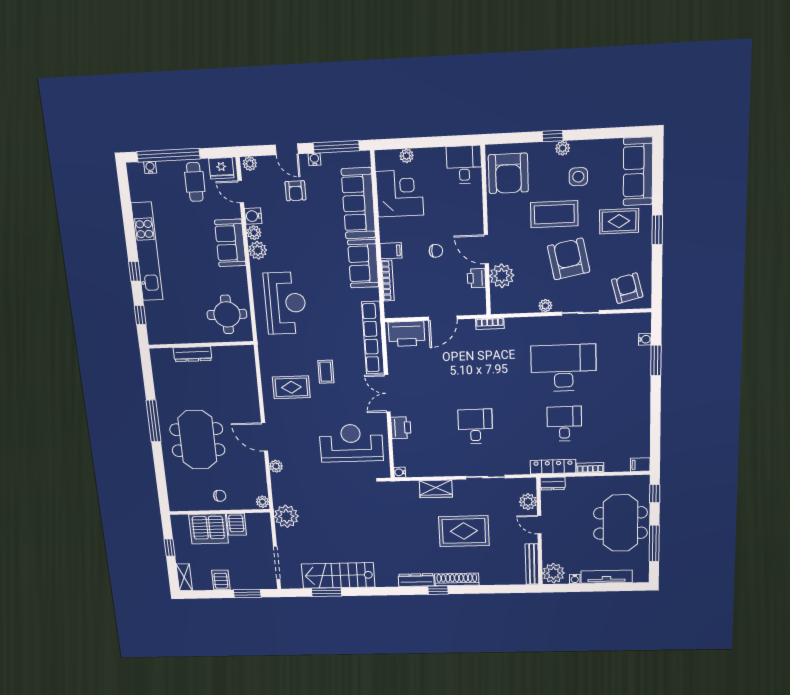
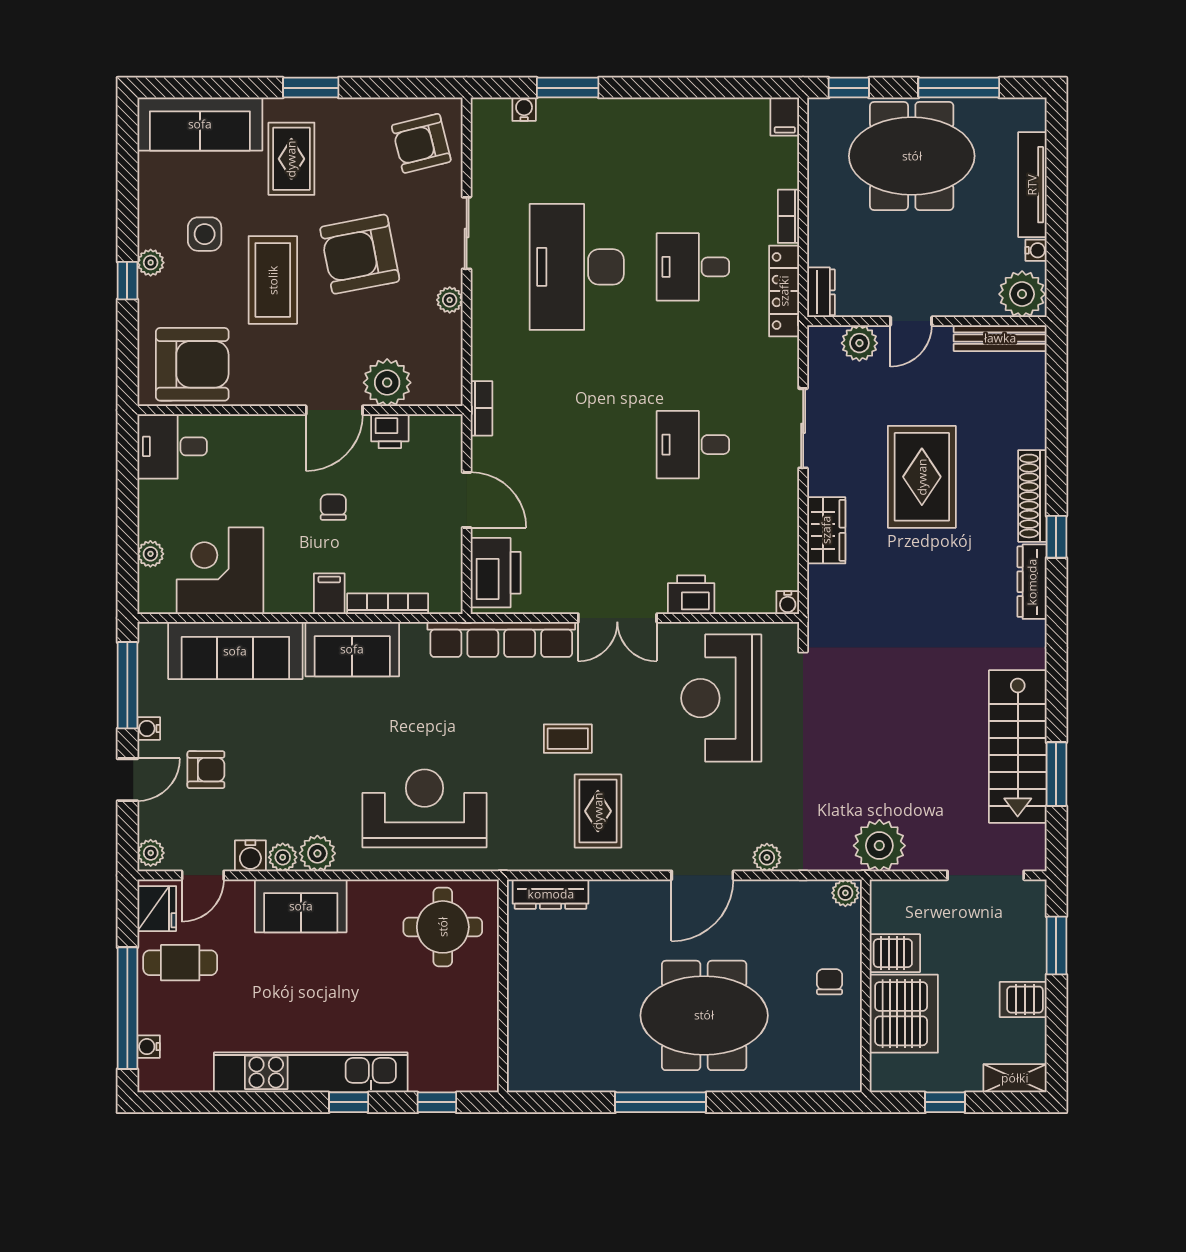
dresser: (193, 354) -> (551, 894), moved, turned 90

